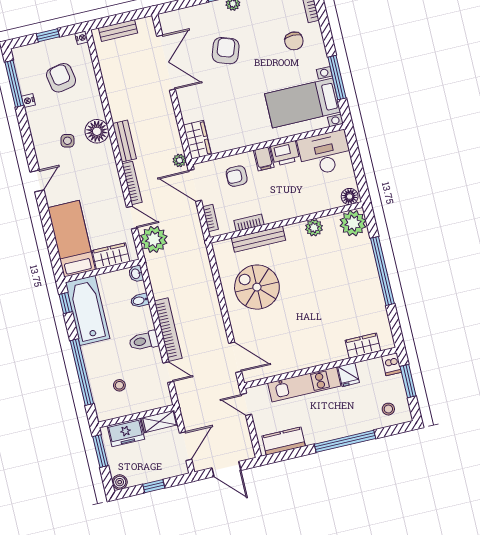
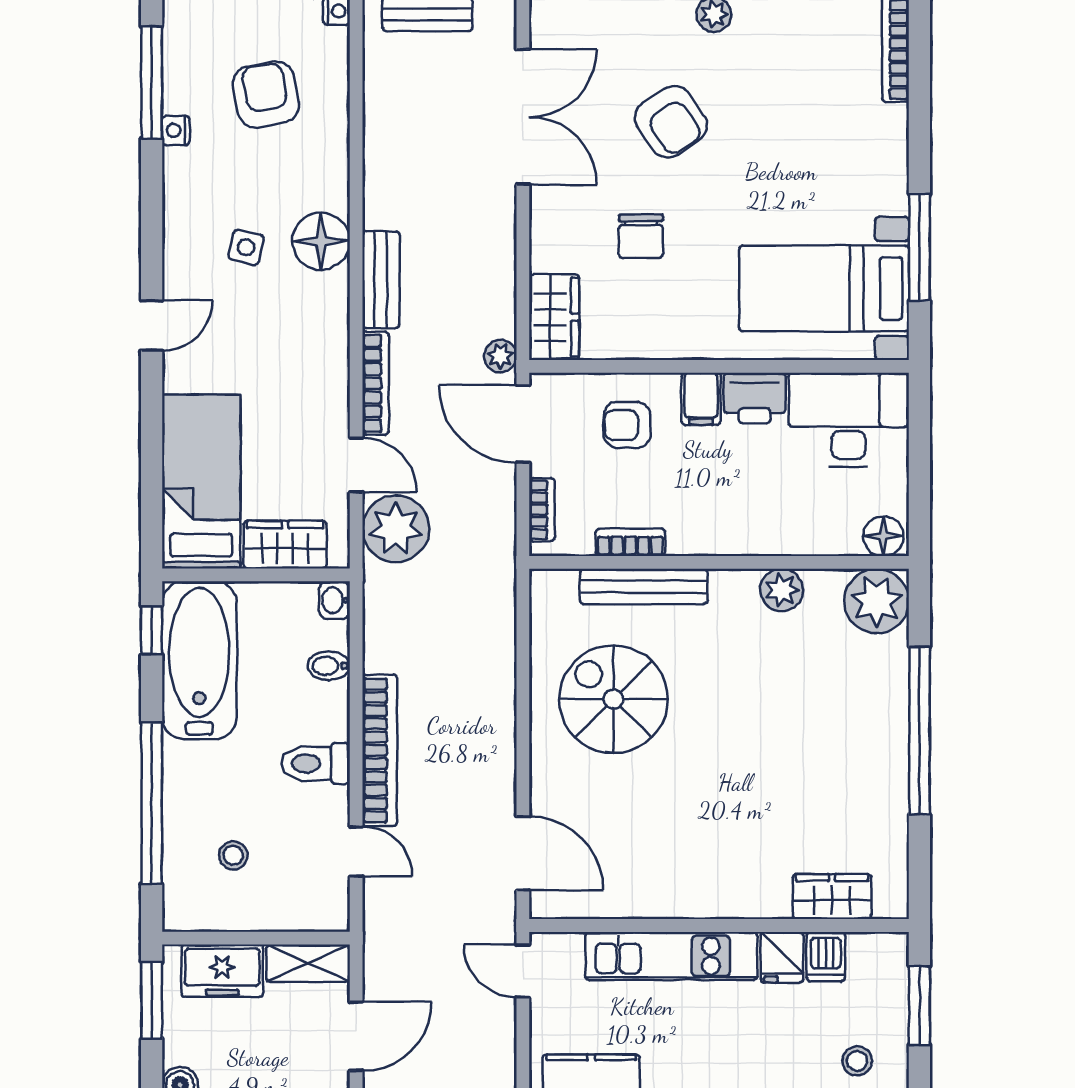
chair: (294, 41) -> (641, 236), moved
armchair: (226, 51) -> (671, 122), turned 127
dishwasher: (392, 364) -> (826, 957), moved

